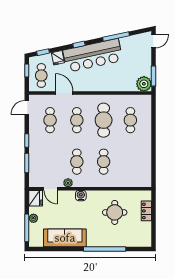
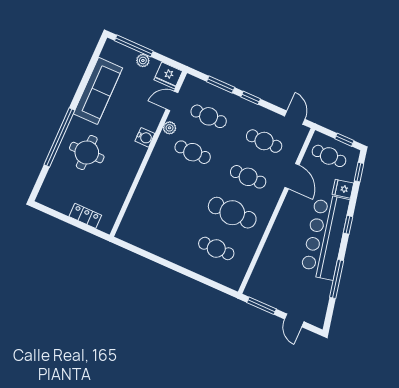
door: (154, 41) -> (294, 320), moved
plant: (144, 84) -> (257, 288), removed
door: (64, 93) -> (292, 176), hinge flipped
cafe table: (104, 162) -> (209, 116), moved
round table: (115, 212) -> (87, 153), moved

